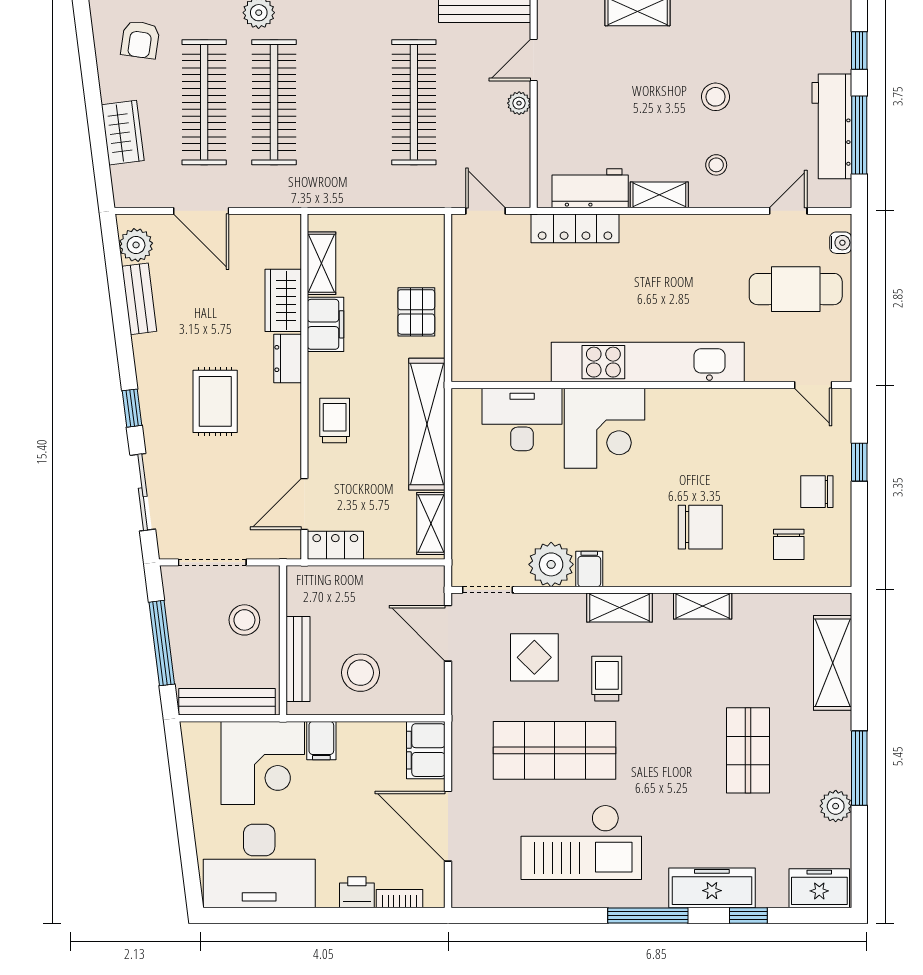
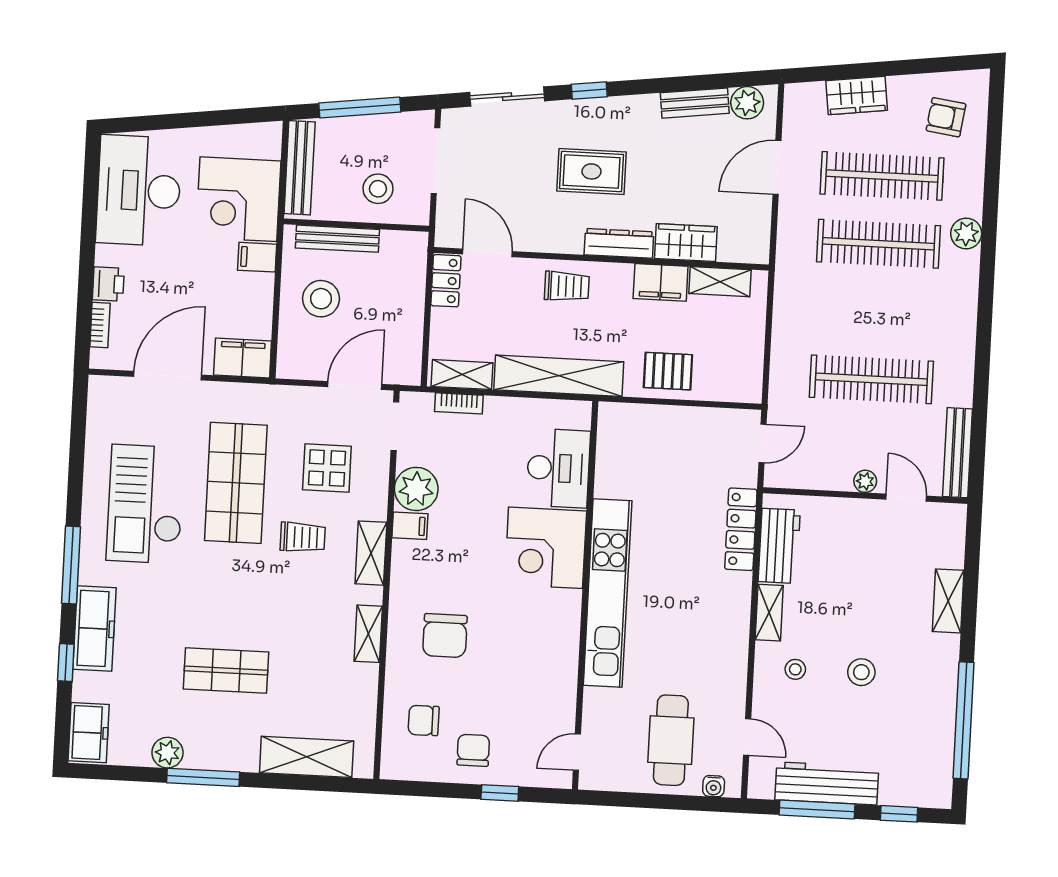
dresser: (288, 359) -> (619, 243), width x1.44
bookcase: (461, 525) -> (459, 403), added

